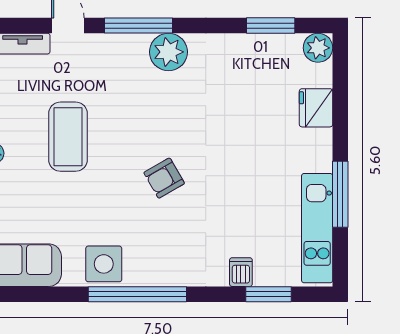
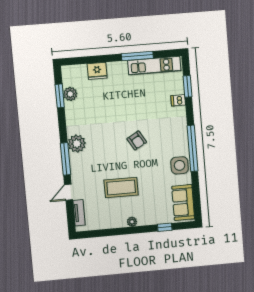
plant: (318, 48) -> (70, 94), moved

